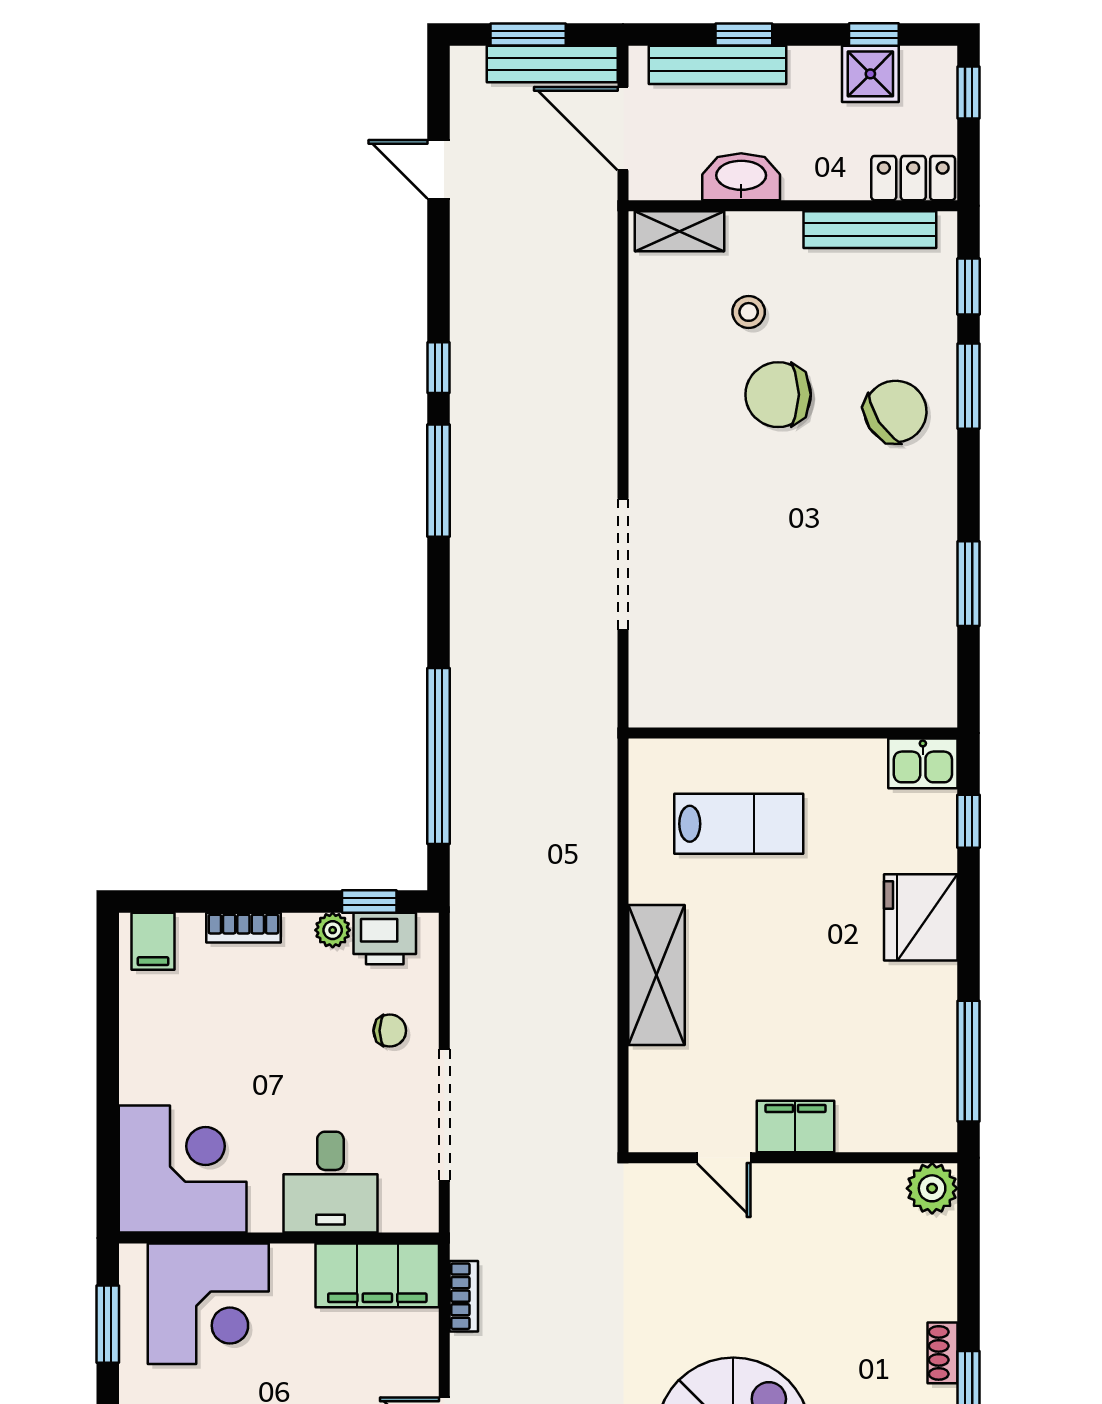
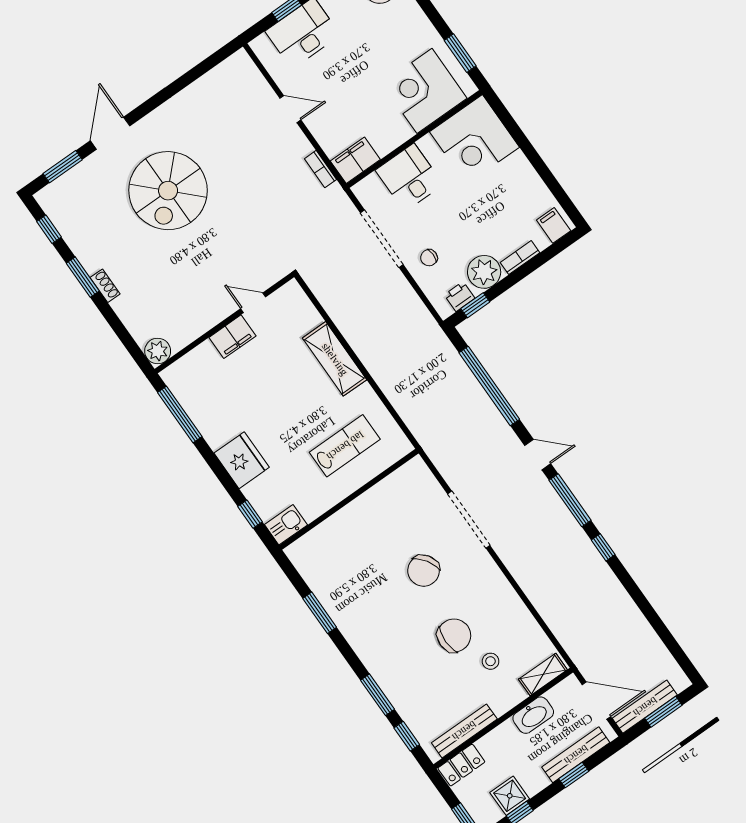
door: (438, 169) -> (538, 455), moved
chair: (895, 411) -> (424, 571), moved
lab bench: (739, 824) -> (345, 446), turned 180
plant: (333, 930) -> (484, 272), width x1.87, depth x1.87
printer: (385, 939) -> (460, 296), width x0.73, depth x0.81
filing cabinet: (377, 1275) -> (355, 160), width x0.67, depth x0.86

